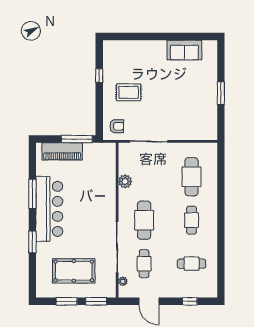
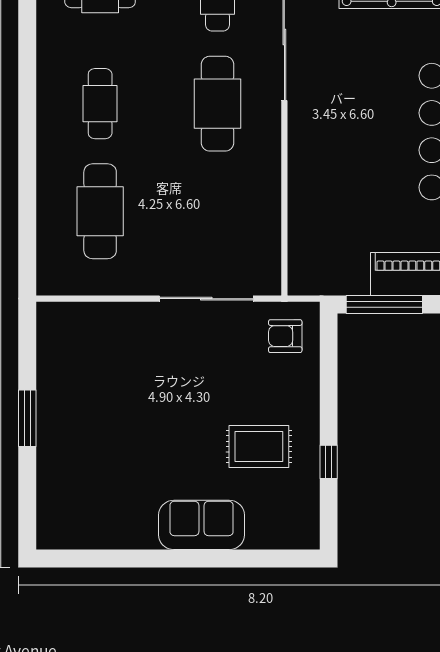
sofa: (184, 50) -> (202, 525), moved
rug: (129, 92) -> (259, 446), moved
plant: (125, 181) -> (265, 199), removed

